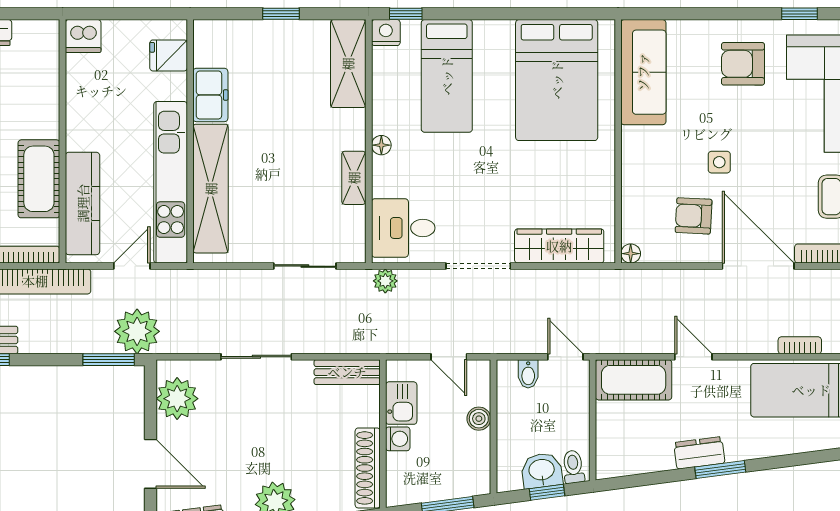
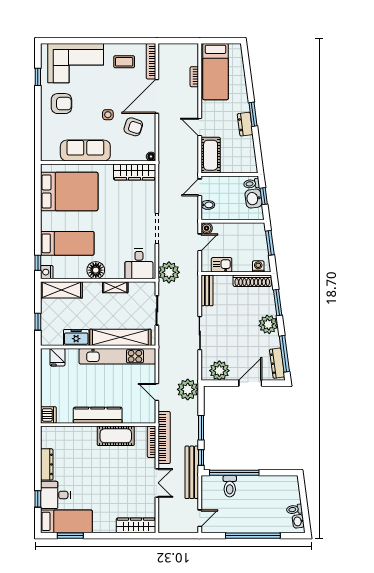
fridge: (169, 55) -> (58, 357), moved
armchair: (743, 64) -> (61, 104), turned -90
sofa: (643, 72) -> (85, 151), moved
freezer: (210, 95) -> (76, 337), moved
wall: (190, 141) -> (98, 347), moved
floor lamp: (381, 145) -> (96, 270), width x1.89, depth x1.89
kitchen unit: (171, 182) -> (117, 356), moved
shelving: (211, 189) -> (120, 337), moved
kitchen counter: (83, 203) -> (98, 415), moved
armchair: (694, 216) -> (133, 127), turned -75
wardrobe: (559, 246) -> (135, 172), moved, turned -90
plant: (385, 281) -> (169, 272), width x1.88, depth x1.88
door: (693, 357) -> (200, 127), hinge flipped
window: (109, 360) -> (201, 428), moved
boiler: (479, 419) -> (207, 228), moved
washing machine: (398, 439) -> (258, 266), moved

